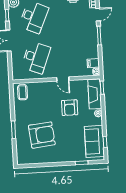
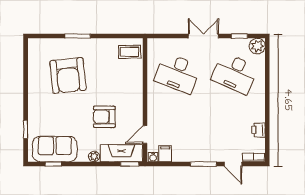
door: (63, 79) -> (145, 135), moved

